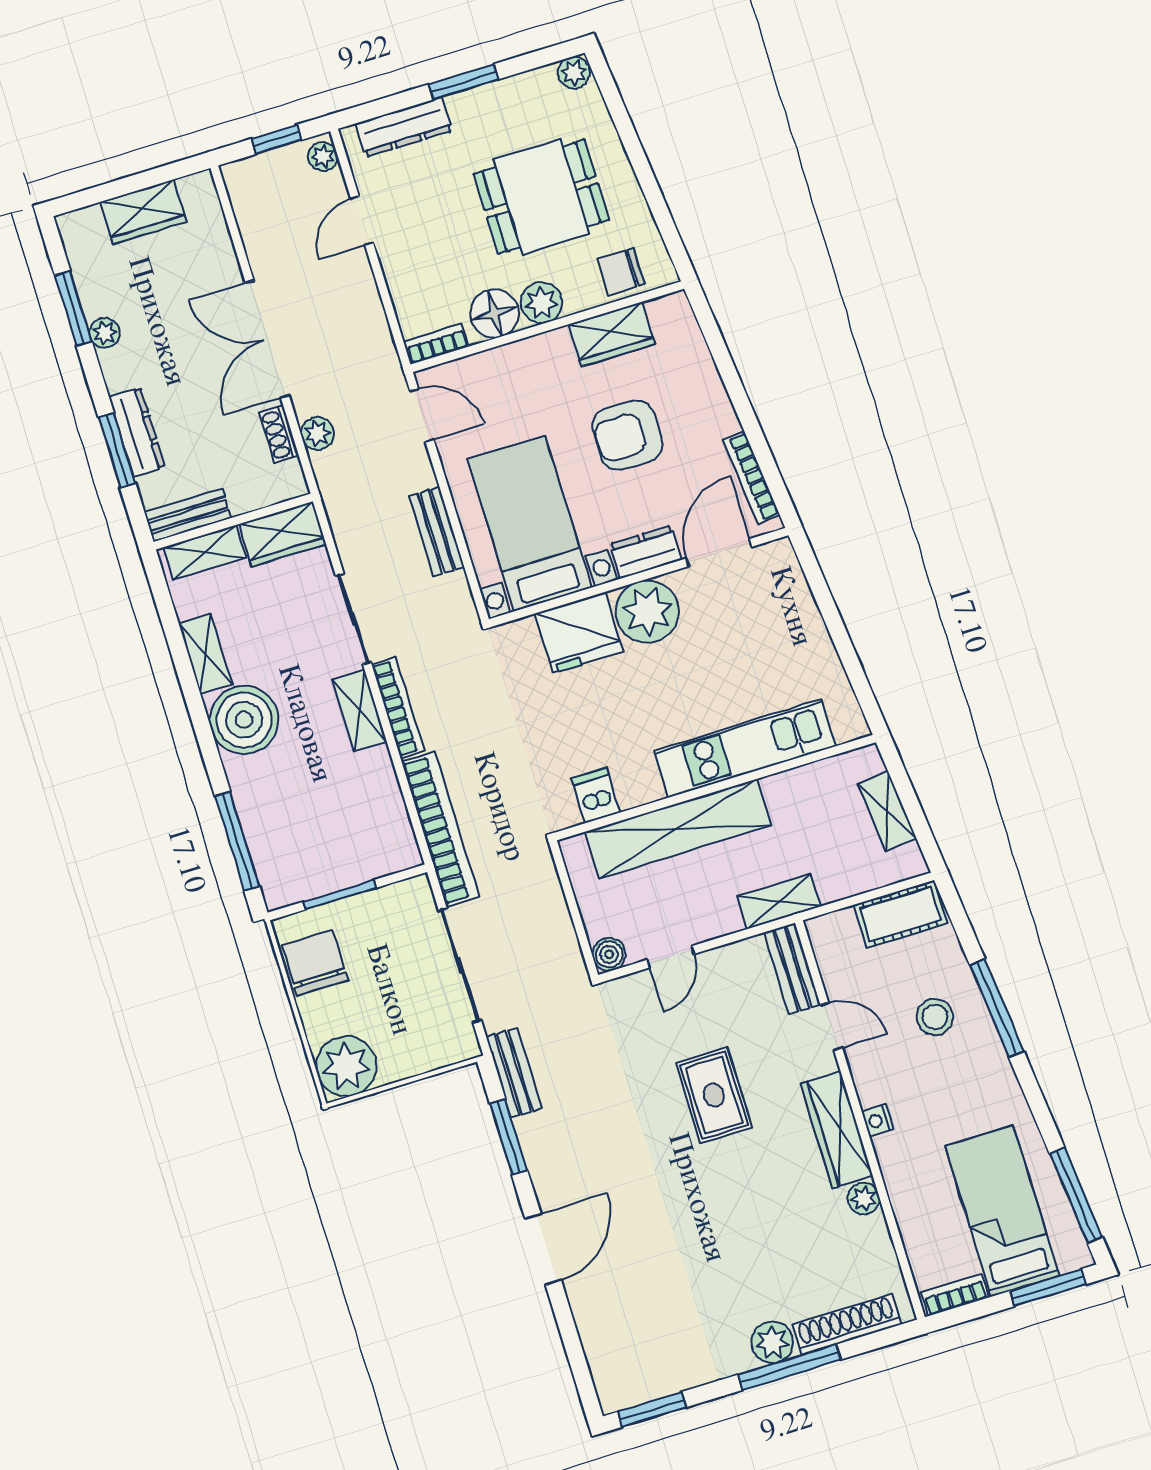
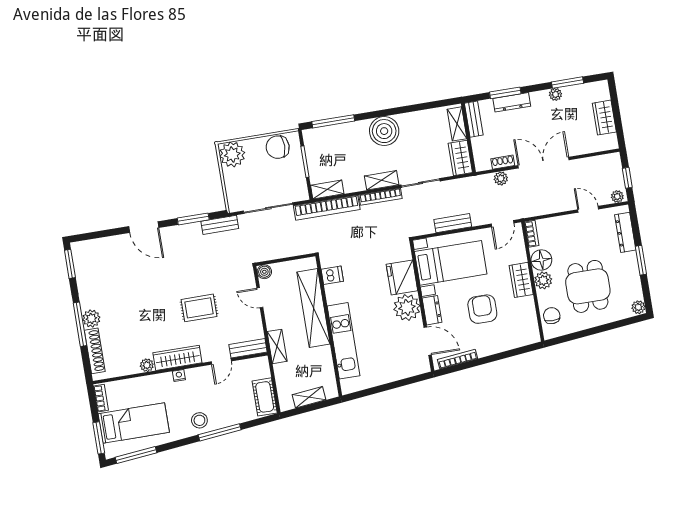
wardrobe: (612, 334) -> (521, 280), moved
shelving: (205, 654) -> (327, 190), moved
chair: (315, 963) -> (278, 147), turned 180
stool: (935, 1017) -> (199, 420), moved

